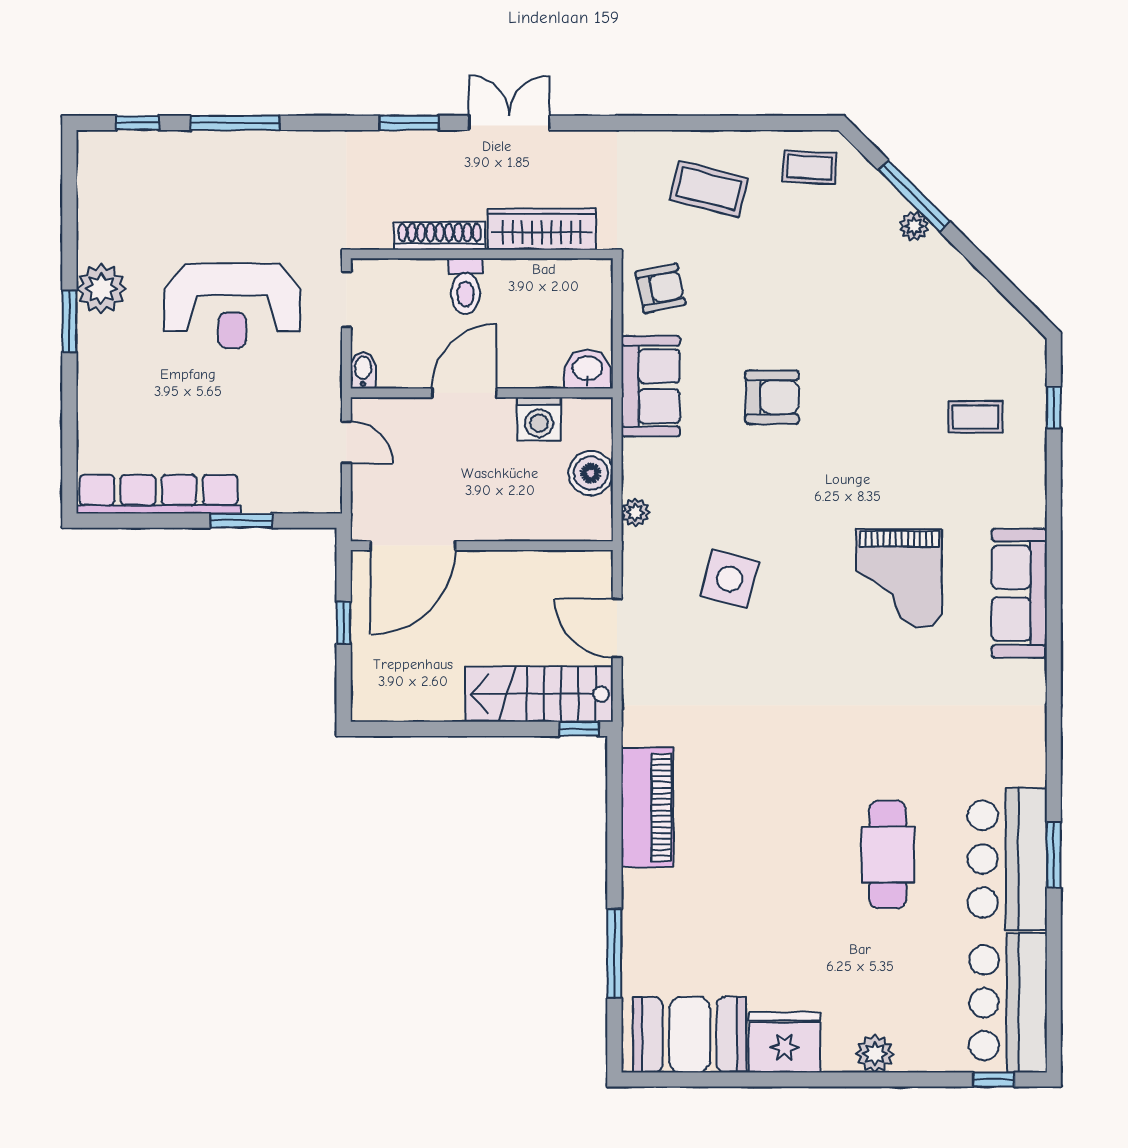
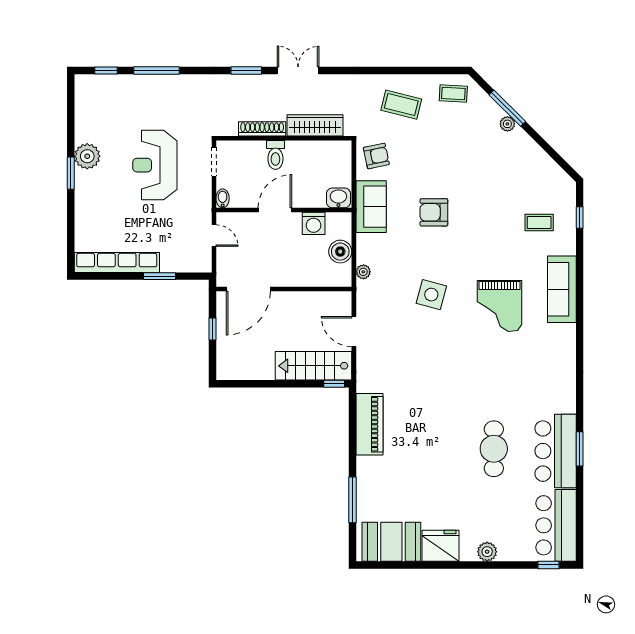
reception desk: (232, 306) -> (155, 165), turned 90
armchair: (772, 397) -> (434, 212), turned 180
side table: (729, 579) -> (431, 295), moved
sofa: (1019, 593) -> (562, 289), moved

